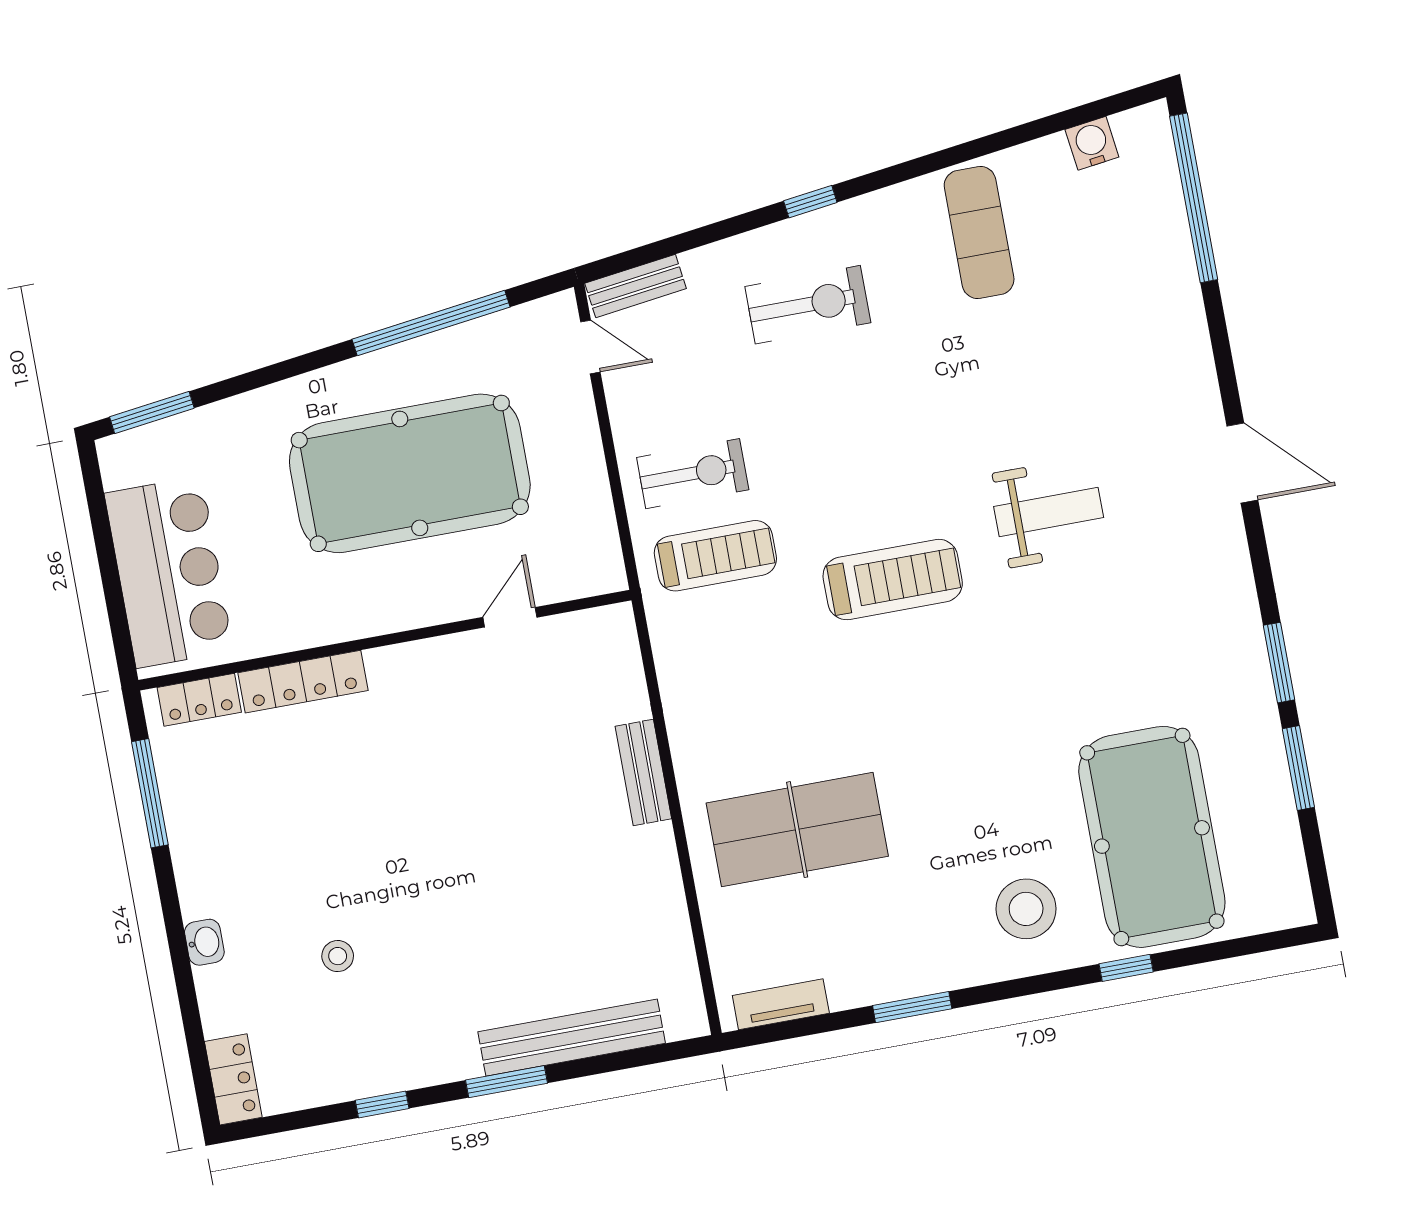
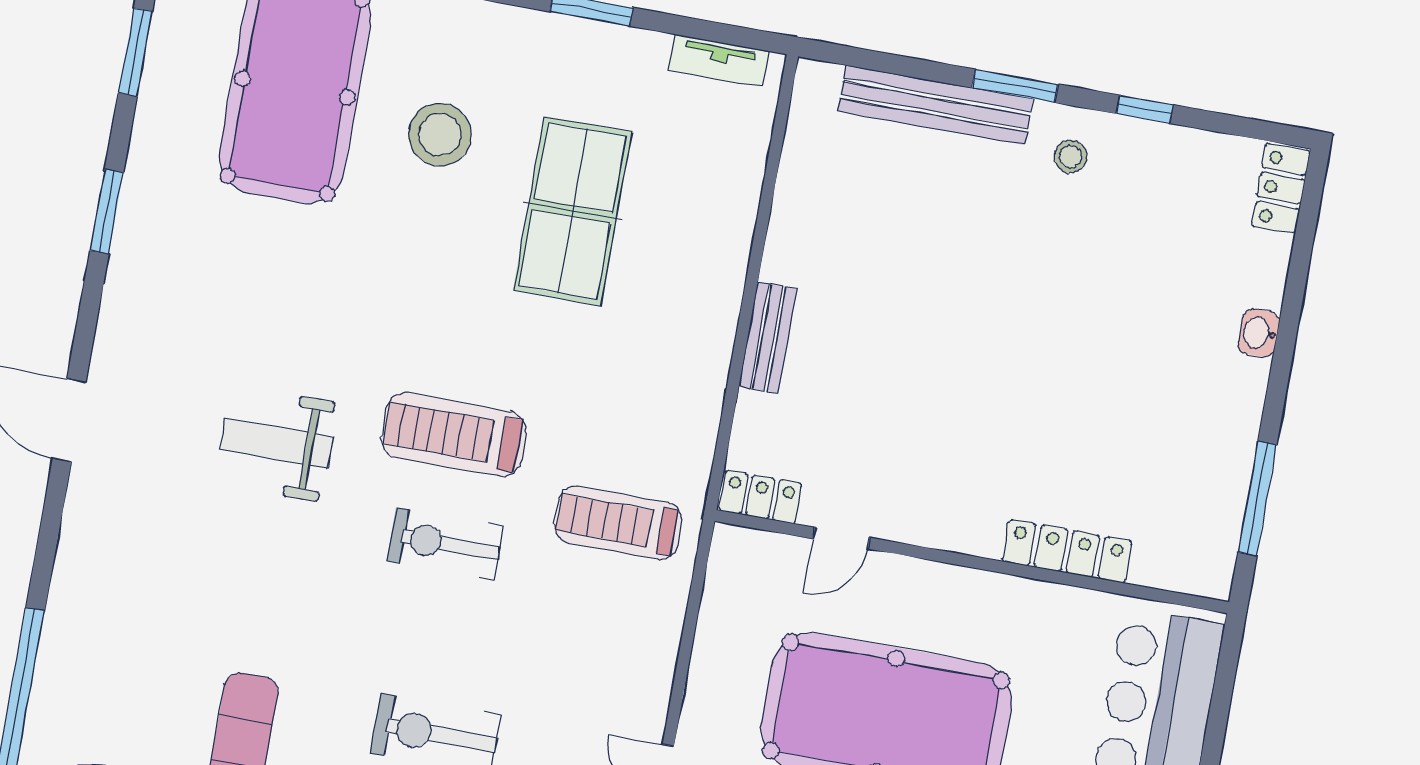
exercise bike: (693, 474) -> (445, 544), moved
locker: (199, 700) -> (760, 497), moved
window: (1298, 768) -> (135, 52), moved
table tennis table: (797, 830) -> (573, 211), moved, turned 90
stool: (1026, 909) -> (440, 135), moved
stool: (338, 956) -> (1070, 157), moved

